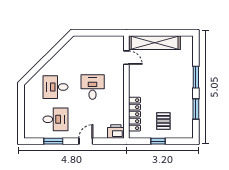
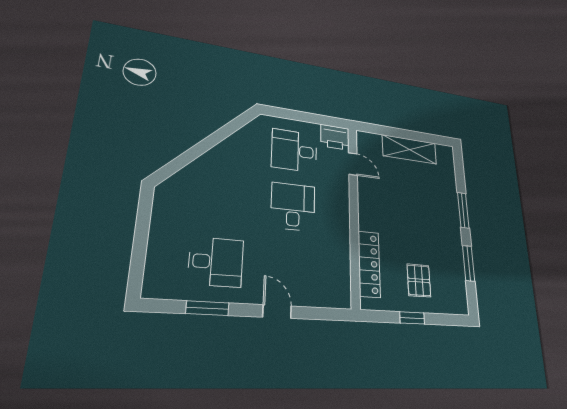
shelving: (155, 43) -> (409, 149), width x0.68
desk: (55, 87) -> (294, 151), moved
printer: (116, 131) -> (335, 137), moved, turned 180
door: (86, 141) -> (277, 311), hinge flipped

